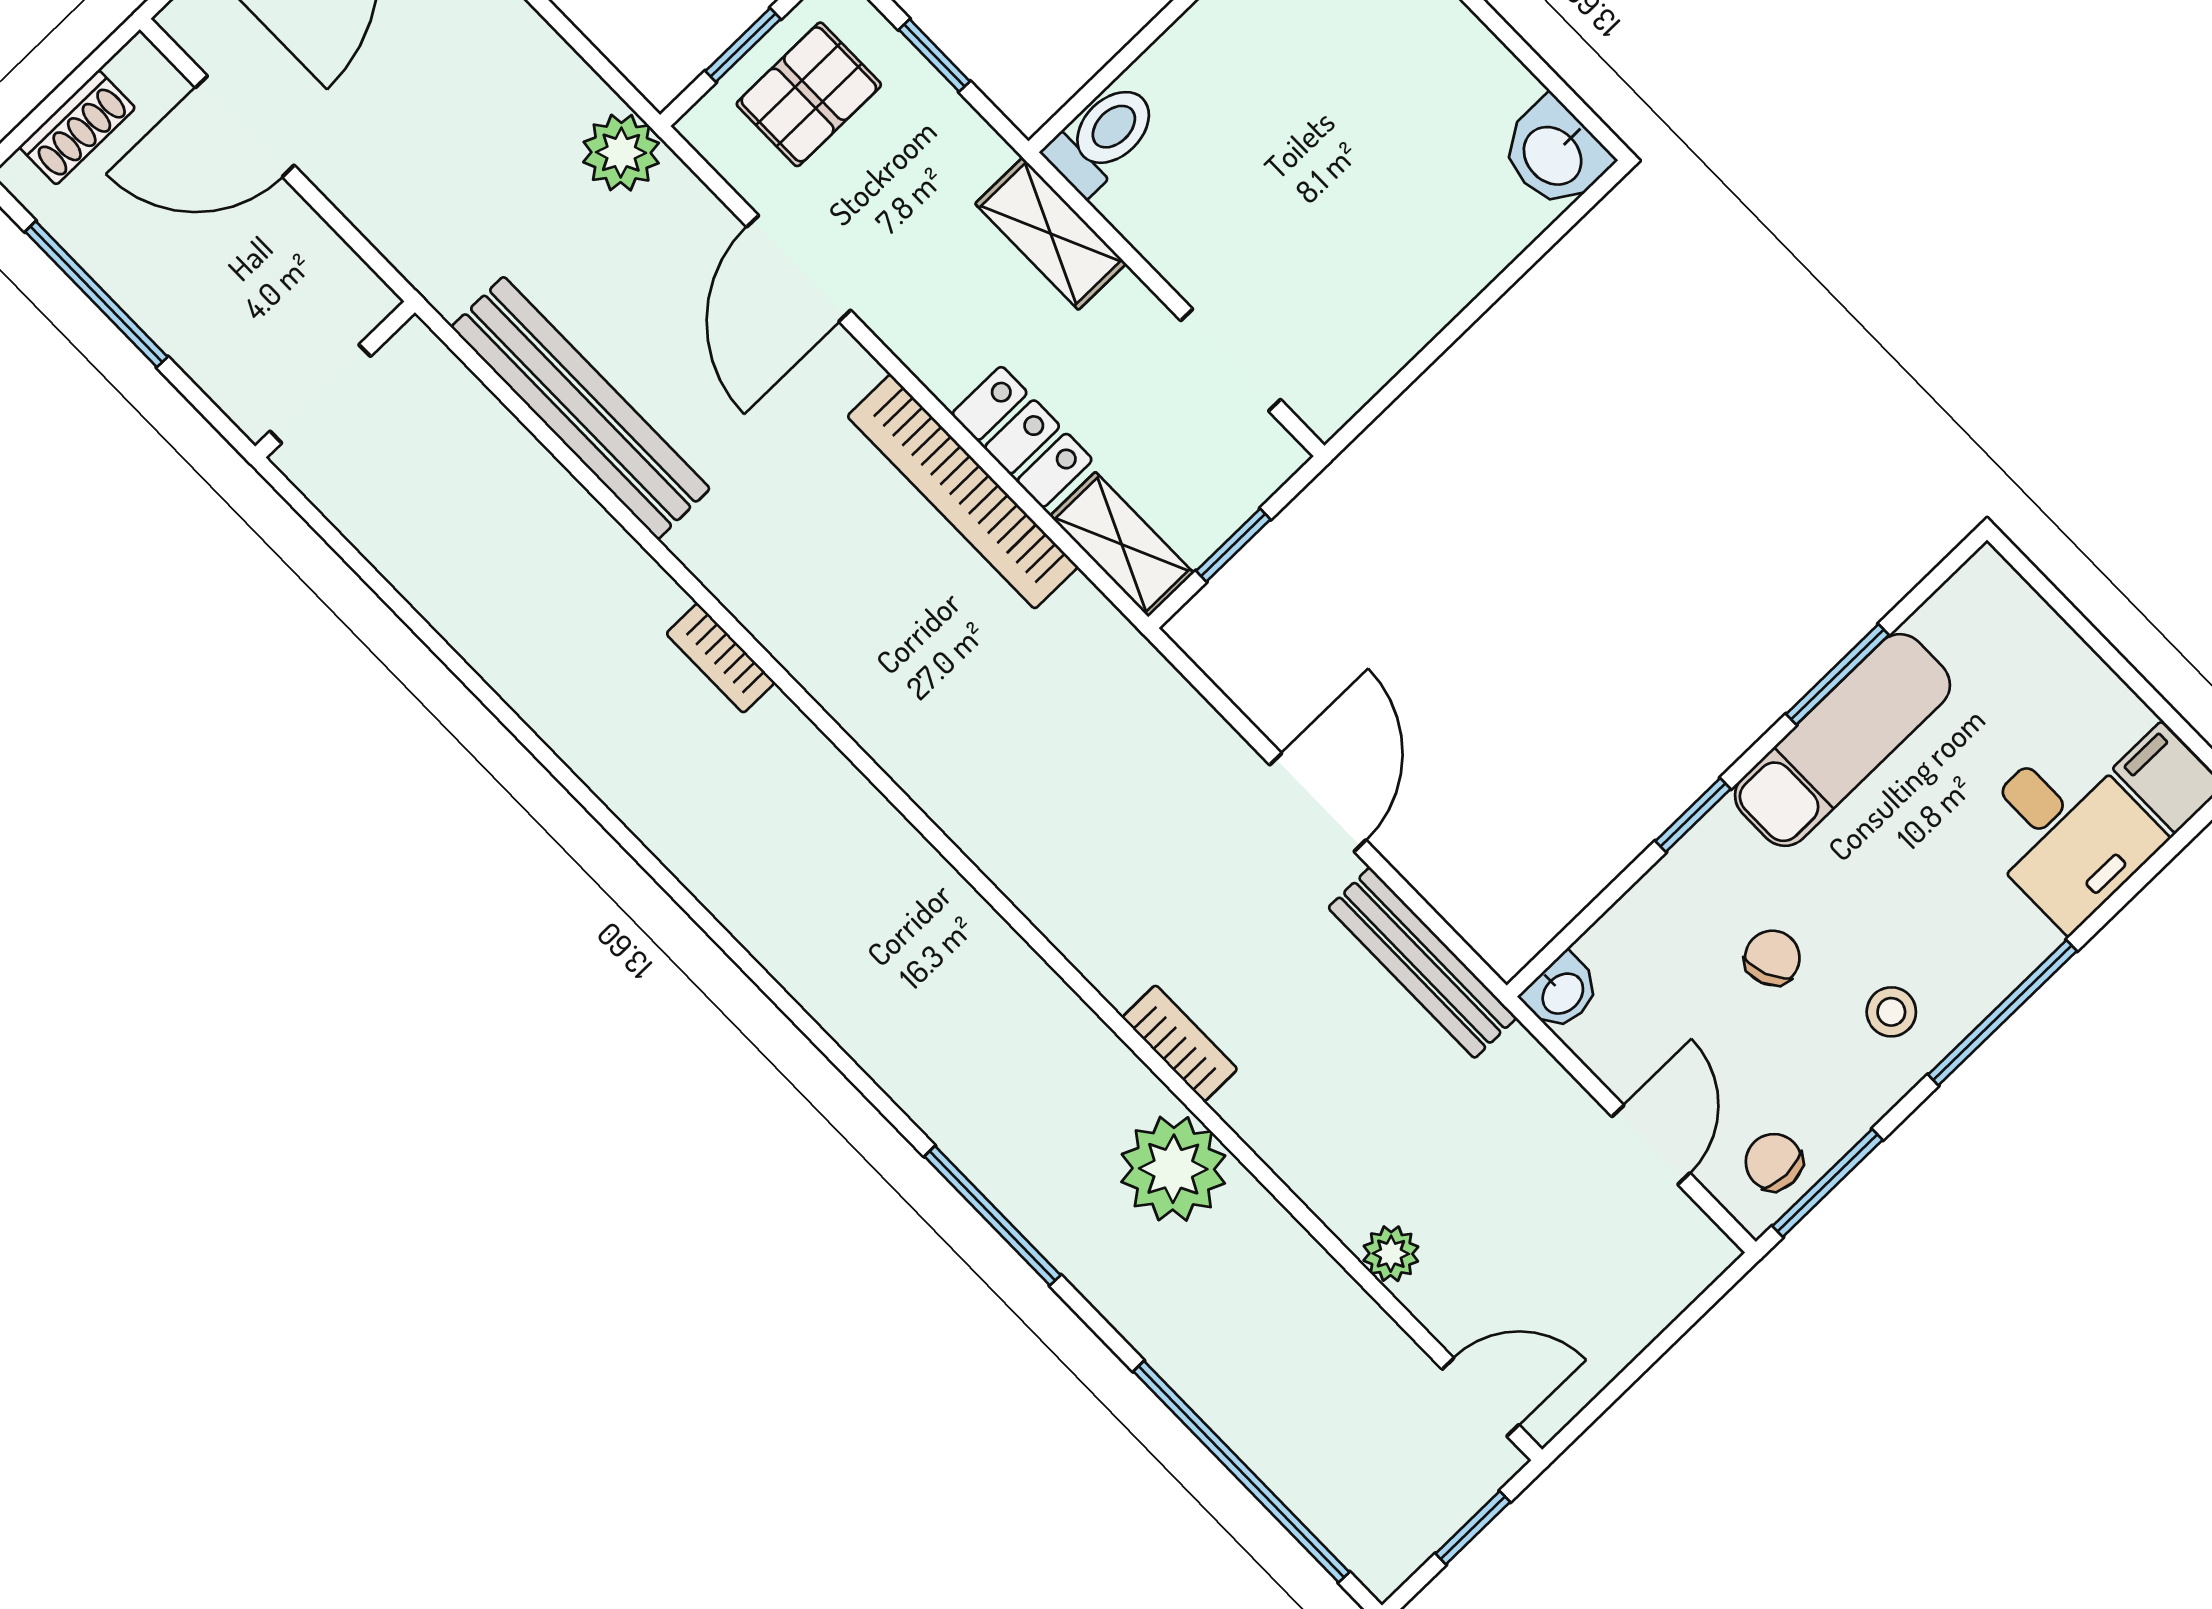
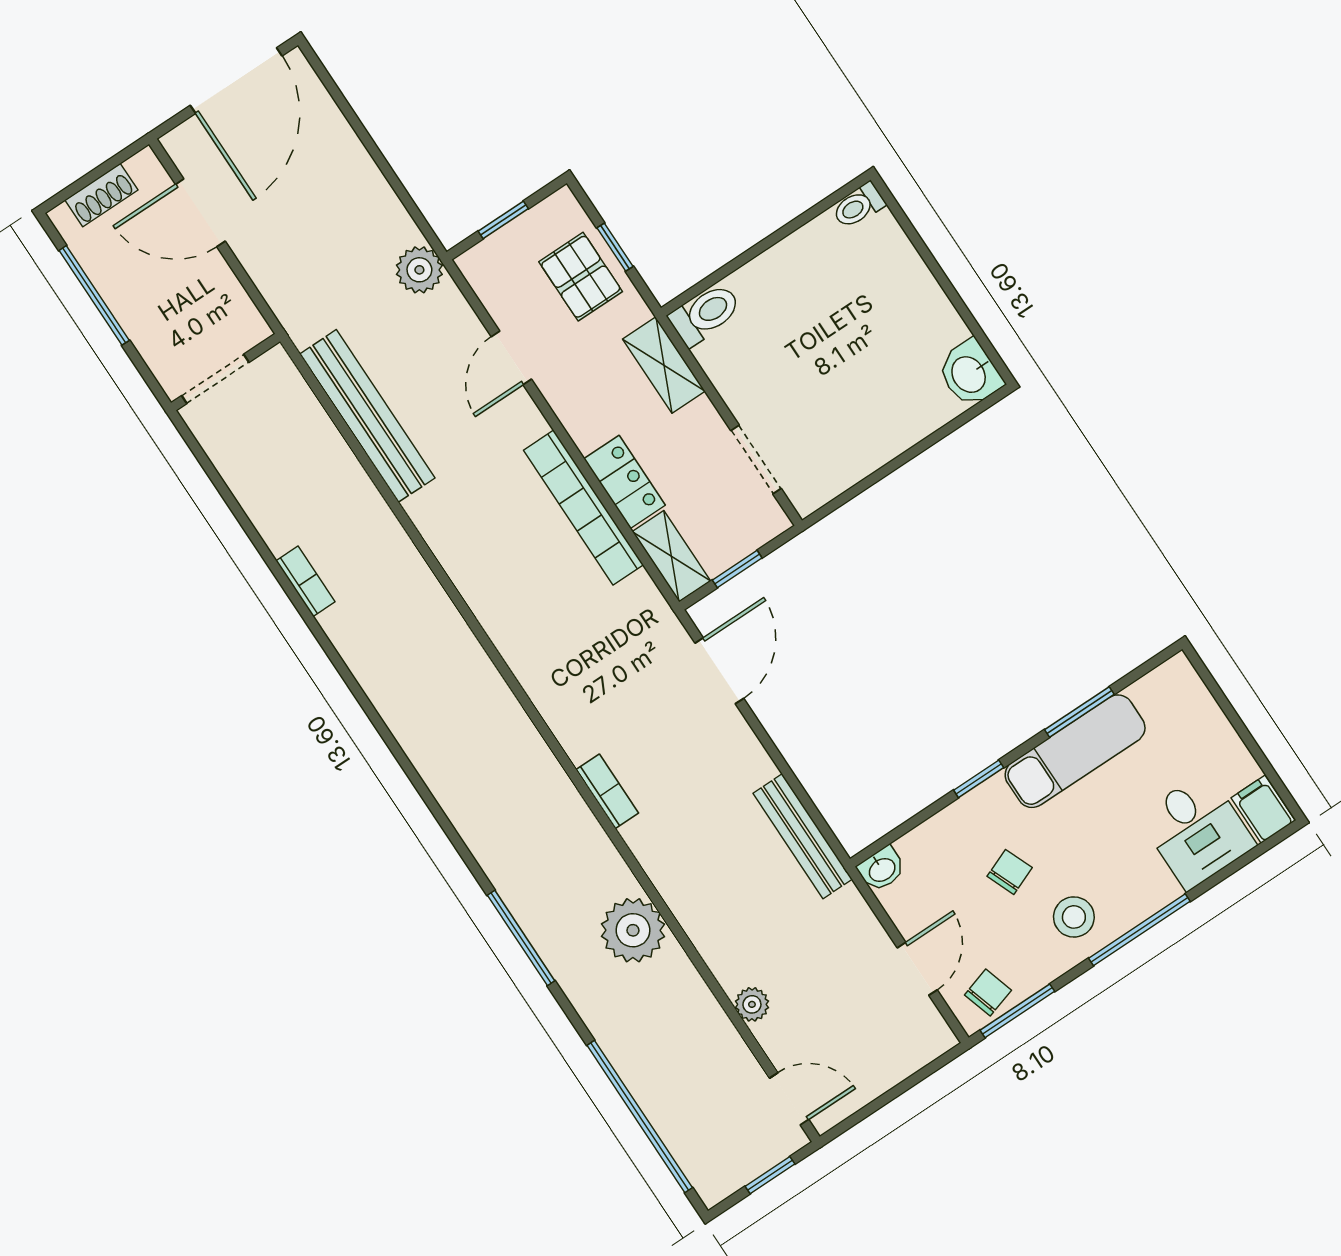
pallet: (809, 94) -> (581, 277), moved, turned 90
door: (799, 269) -> (511, 358), width x0.73
bookcase: (720, 658) -> (306, 581), moved, turned 180
door: (1318, 802) -> (719, 671), moved
stool: (1891, 1012) -> (1074, 917), width x1.37, depth x1.37
bookcase: (1180, 1043) -> (607, 791), moved
chair: (1774, 1162) -> (988, 993), turned 73

